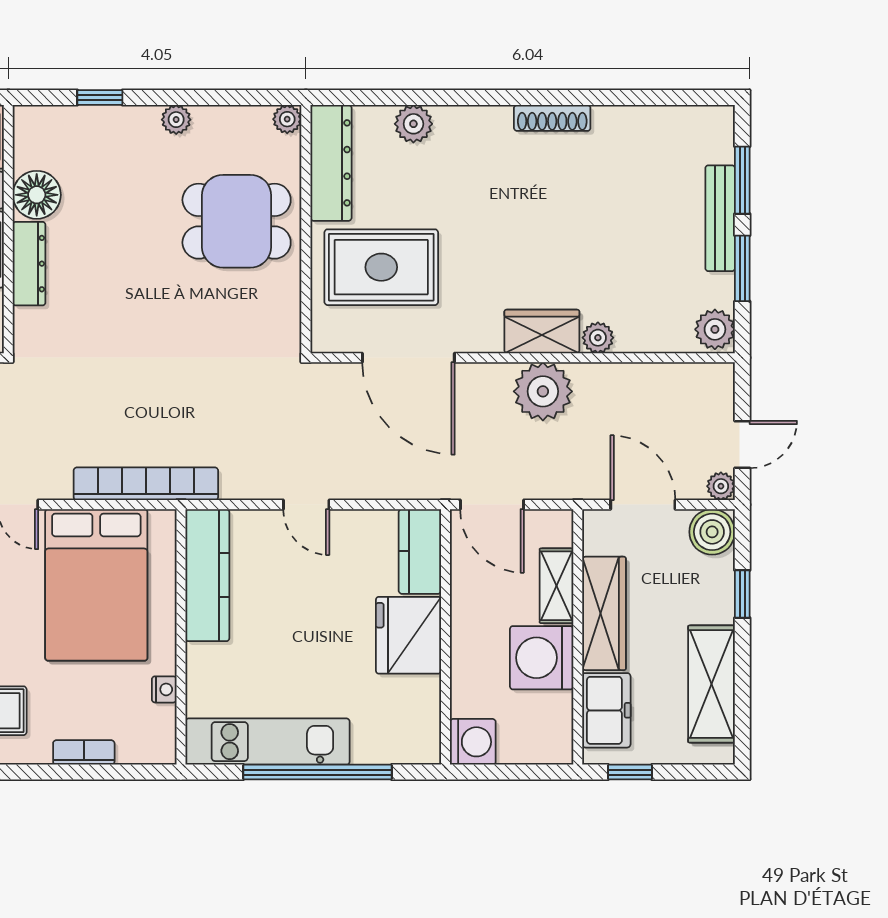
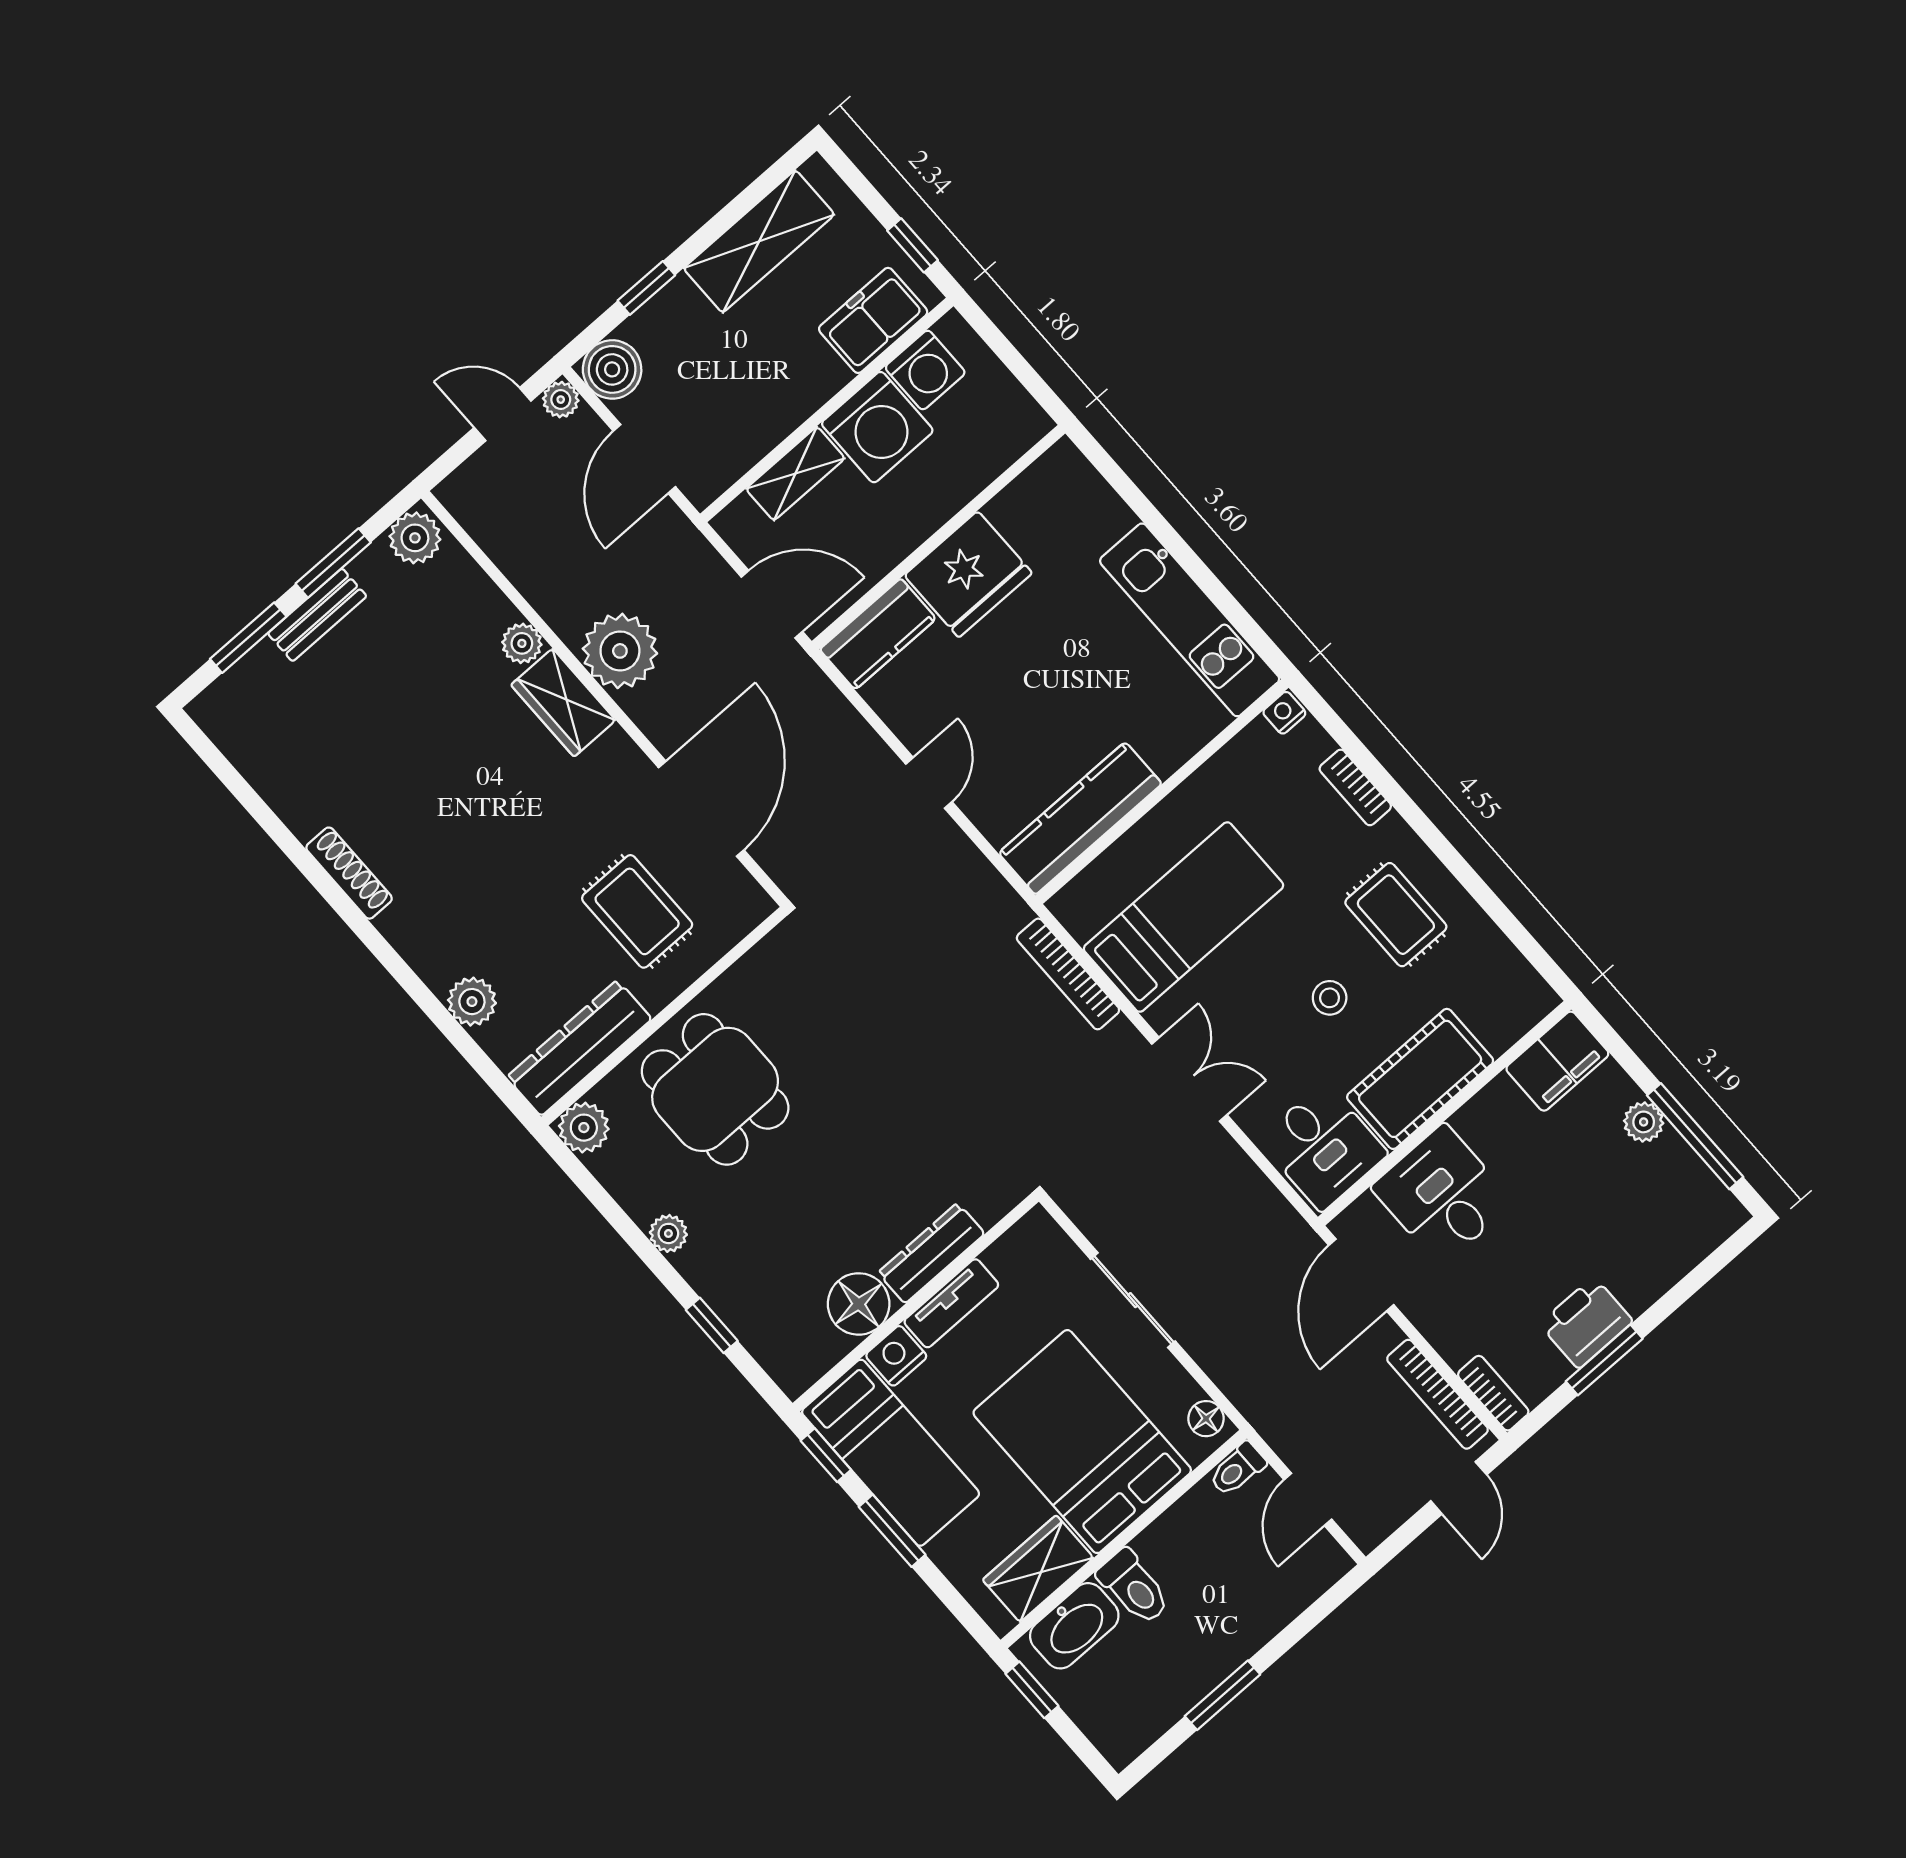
plant: (287, 119) -> (584, 1128), width x1.38, depth x1.38
bench: (720, 218) -> (317, 615), width x0.73
rug: (381, 267) -> (637, 911), width x0.73, depth x0.70
bookcase: (146, 484) -> (1068, 974), width x0.68, depth x0.76
door: (492, 505) -> (772, 604), hinge flipped
bed: (96, 585) -> (1183, 917), width x0.67
wardrobe: (604, 613) -> (782, 404), removed
nightstand: (164, 689) -> (1284, 713), moved
washing machine: (473, 742) -> (925, 370), moved, turned 180
window: (317, 772) -> (1177, 546), removed

